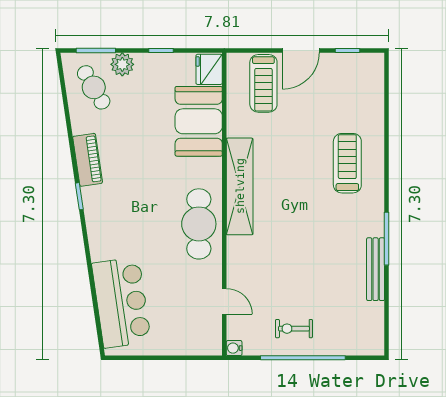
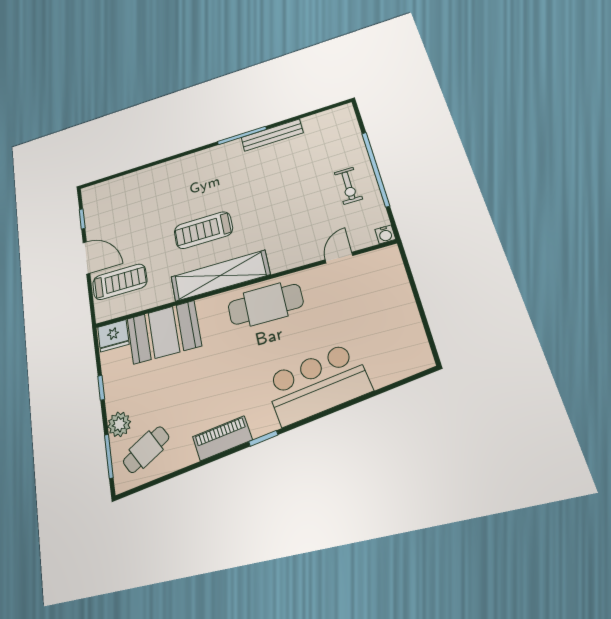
treadmill: (347, 163) -> (203, 230), moved
bar counter: (121, 302) -> (317, 384), moved

